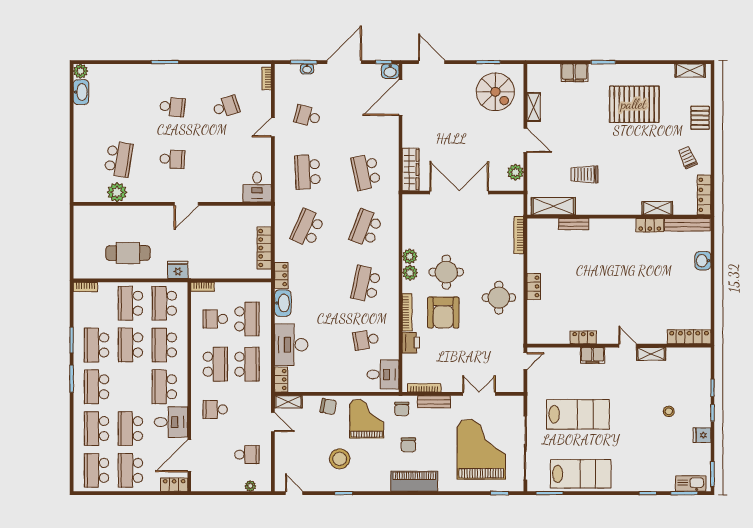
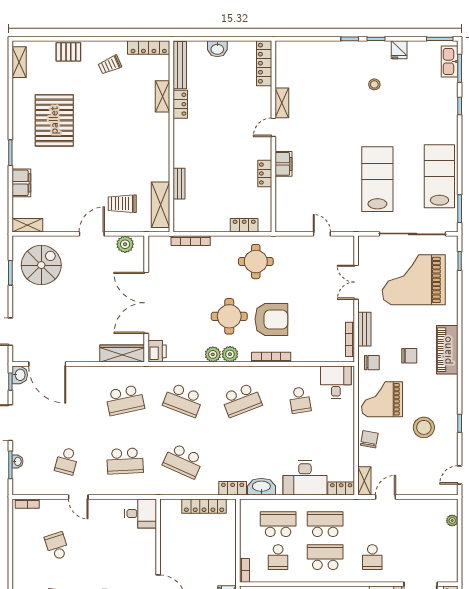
shelving: (534, 107) -> (27, 225), moved
trolley: (585, 174) -> (122, 204), moved, turned 90
school desk: (366, 284) -> (242, 400), turned -33
locker: (583, 337) -> (265, 173), moved
locker: (689, 337) -> (264, 63), moved
printer: (411, 343) -> (157, 351), moved, turned 90
wall: (619, 346) -> (273, 136), moved
door: (628, 346) -> (273, 127), moved
shelving: (651, 354) -> (282, 103), moved
filing cabinet: (592, 355) -> (283, 164), moved
school desk: (247, 455) -> (419, 524), removed

